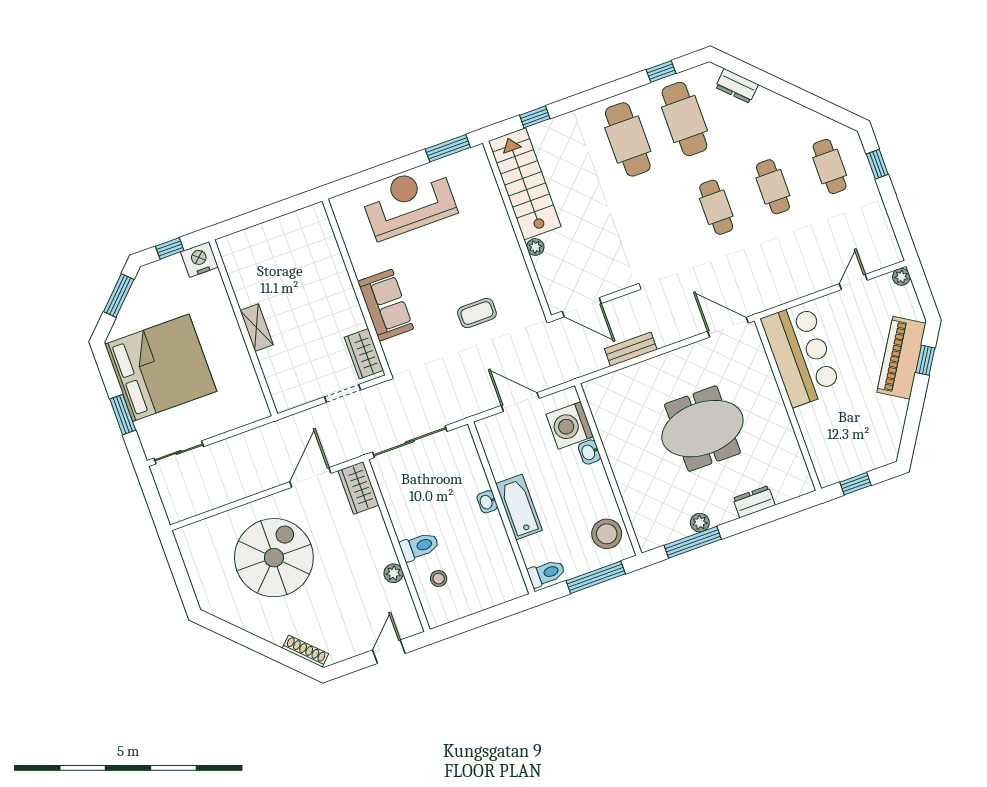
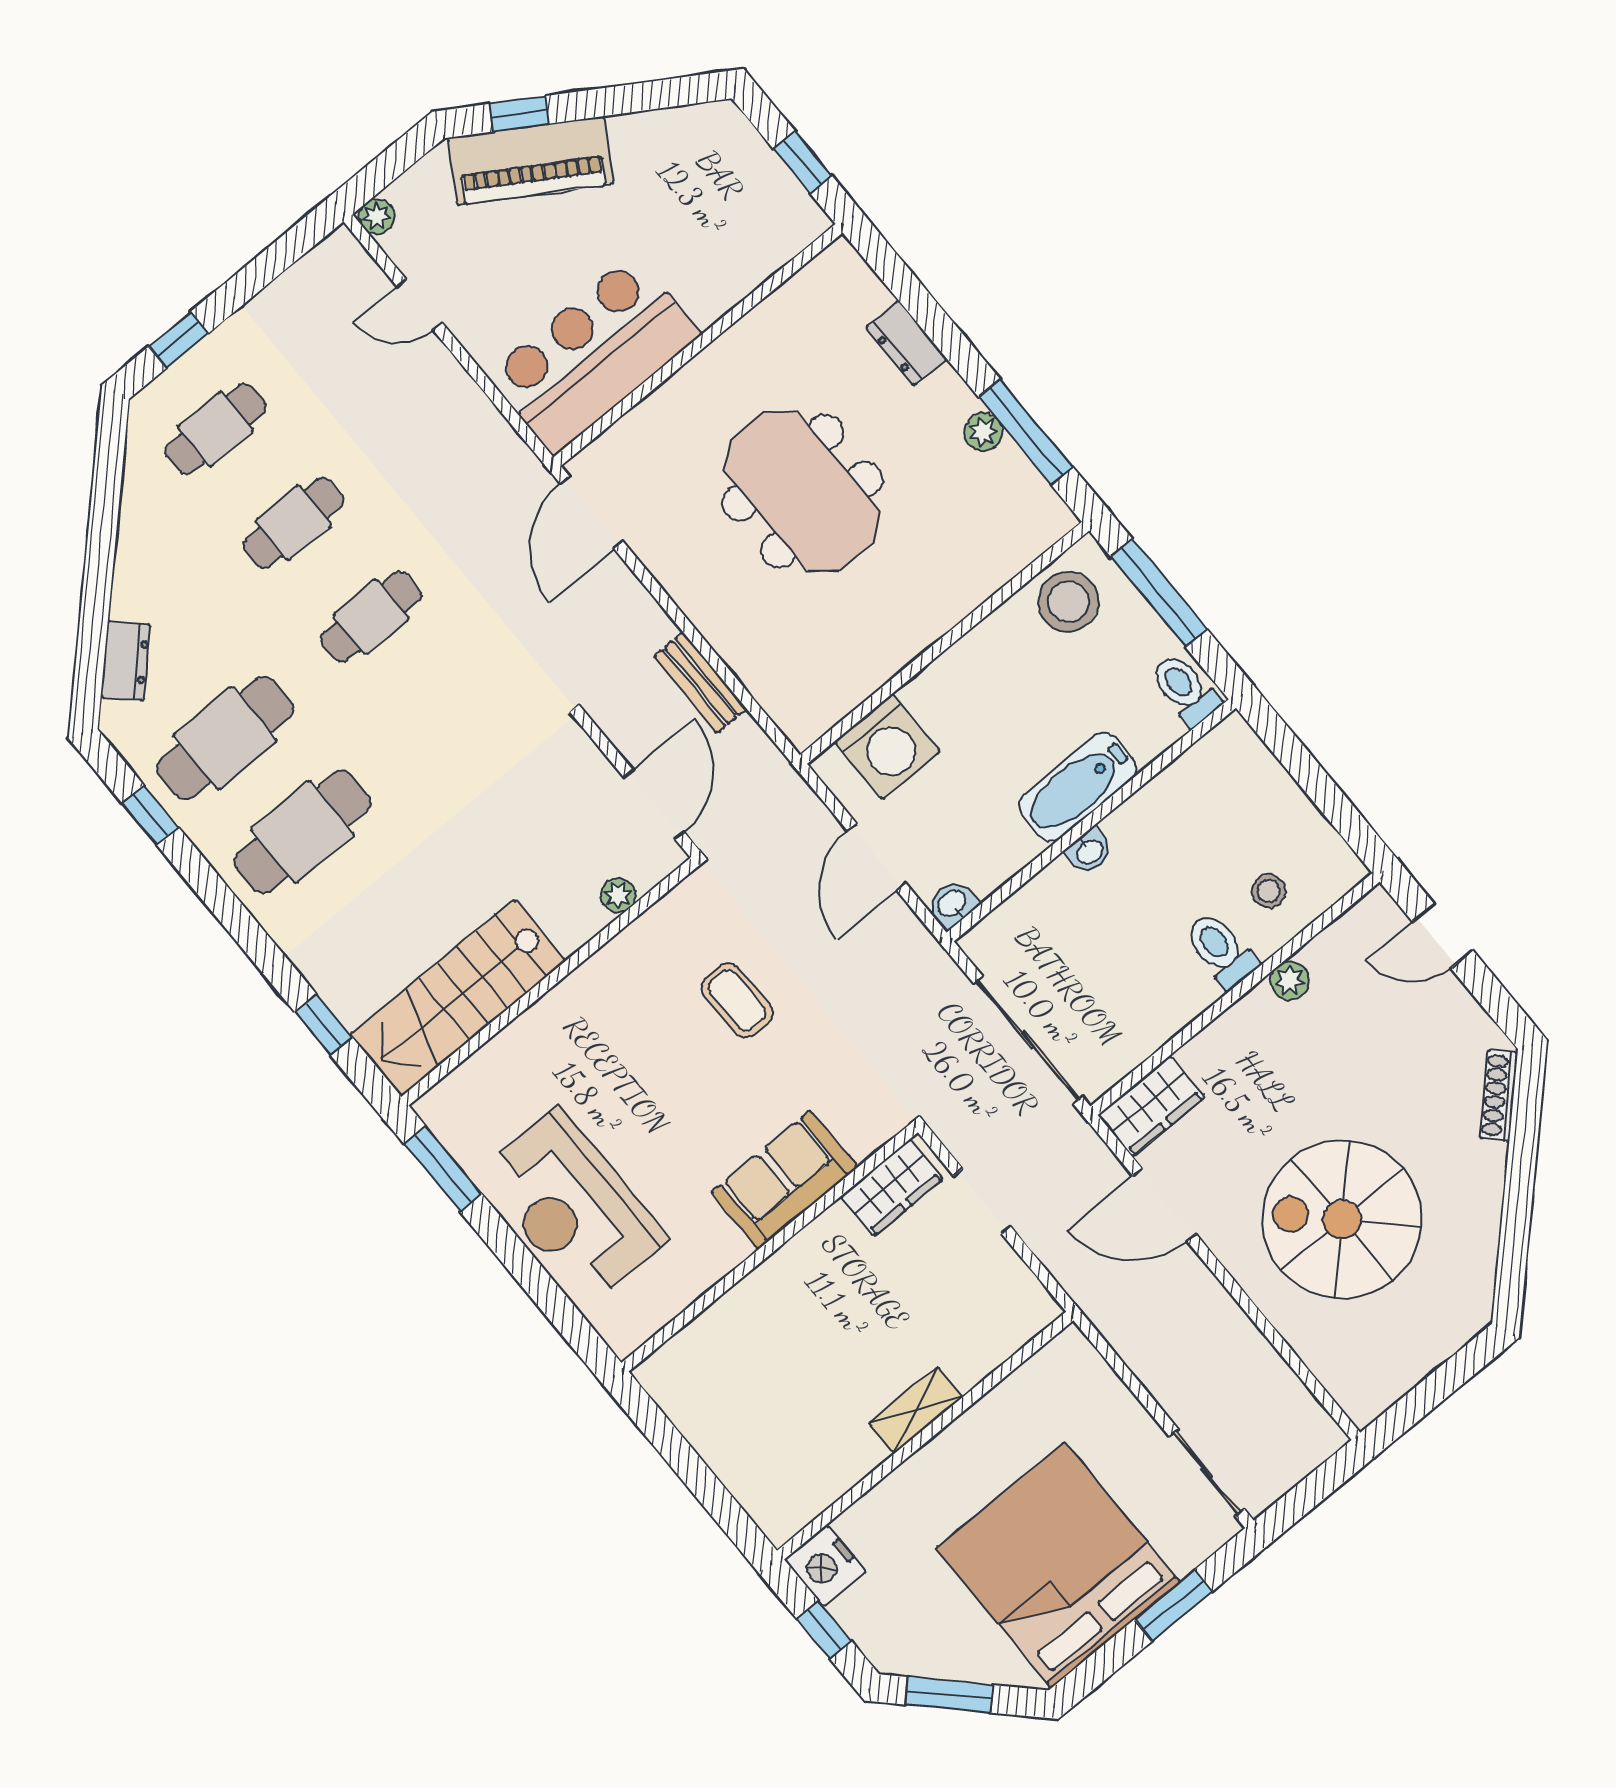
plant: (535, 247) -> (618, 895), moved
washbasin: (589, 452) -> (952, 904), moved, turned 180

